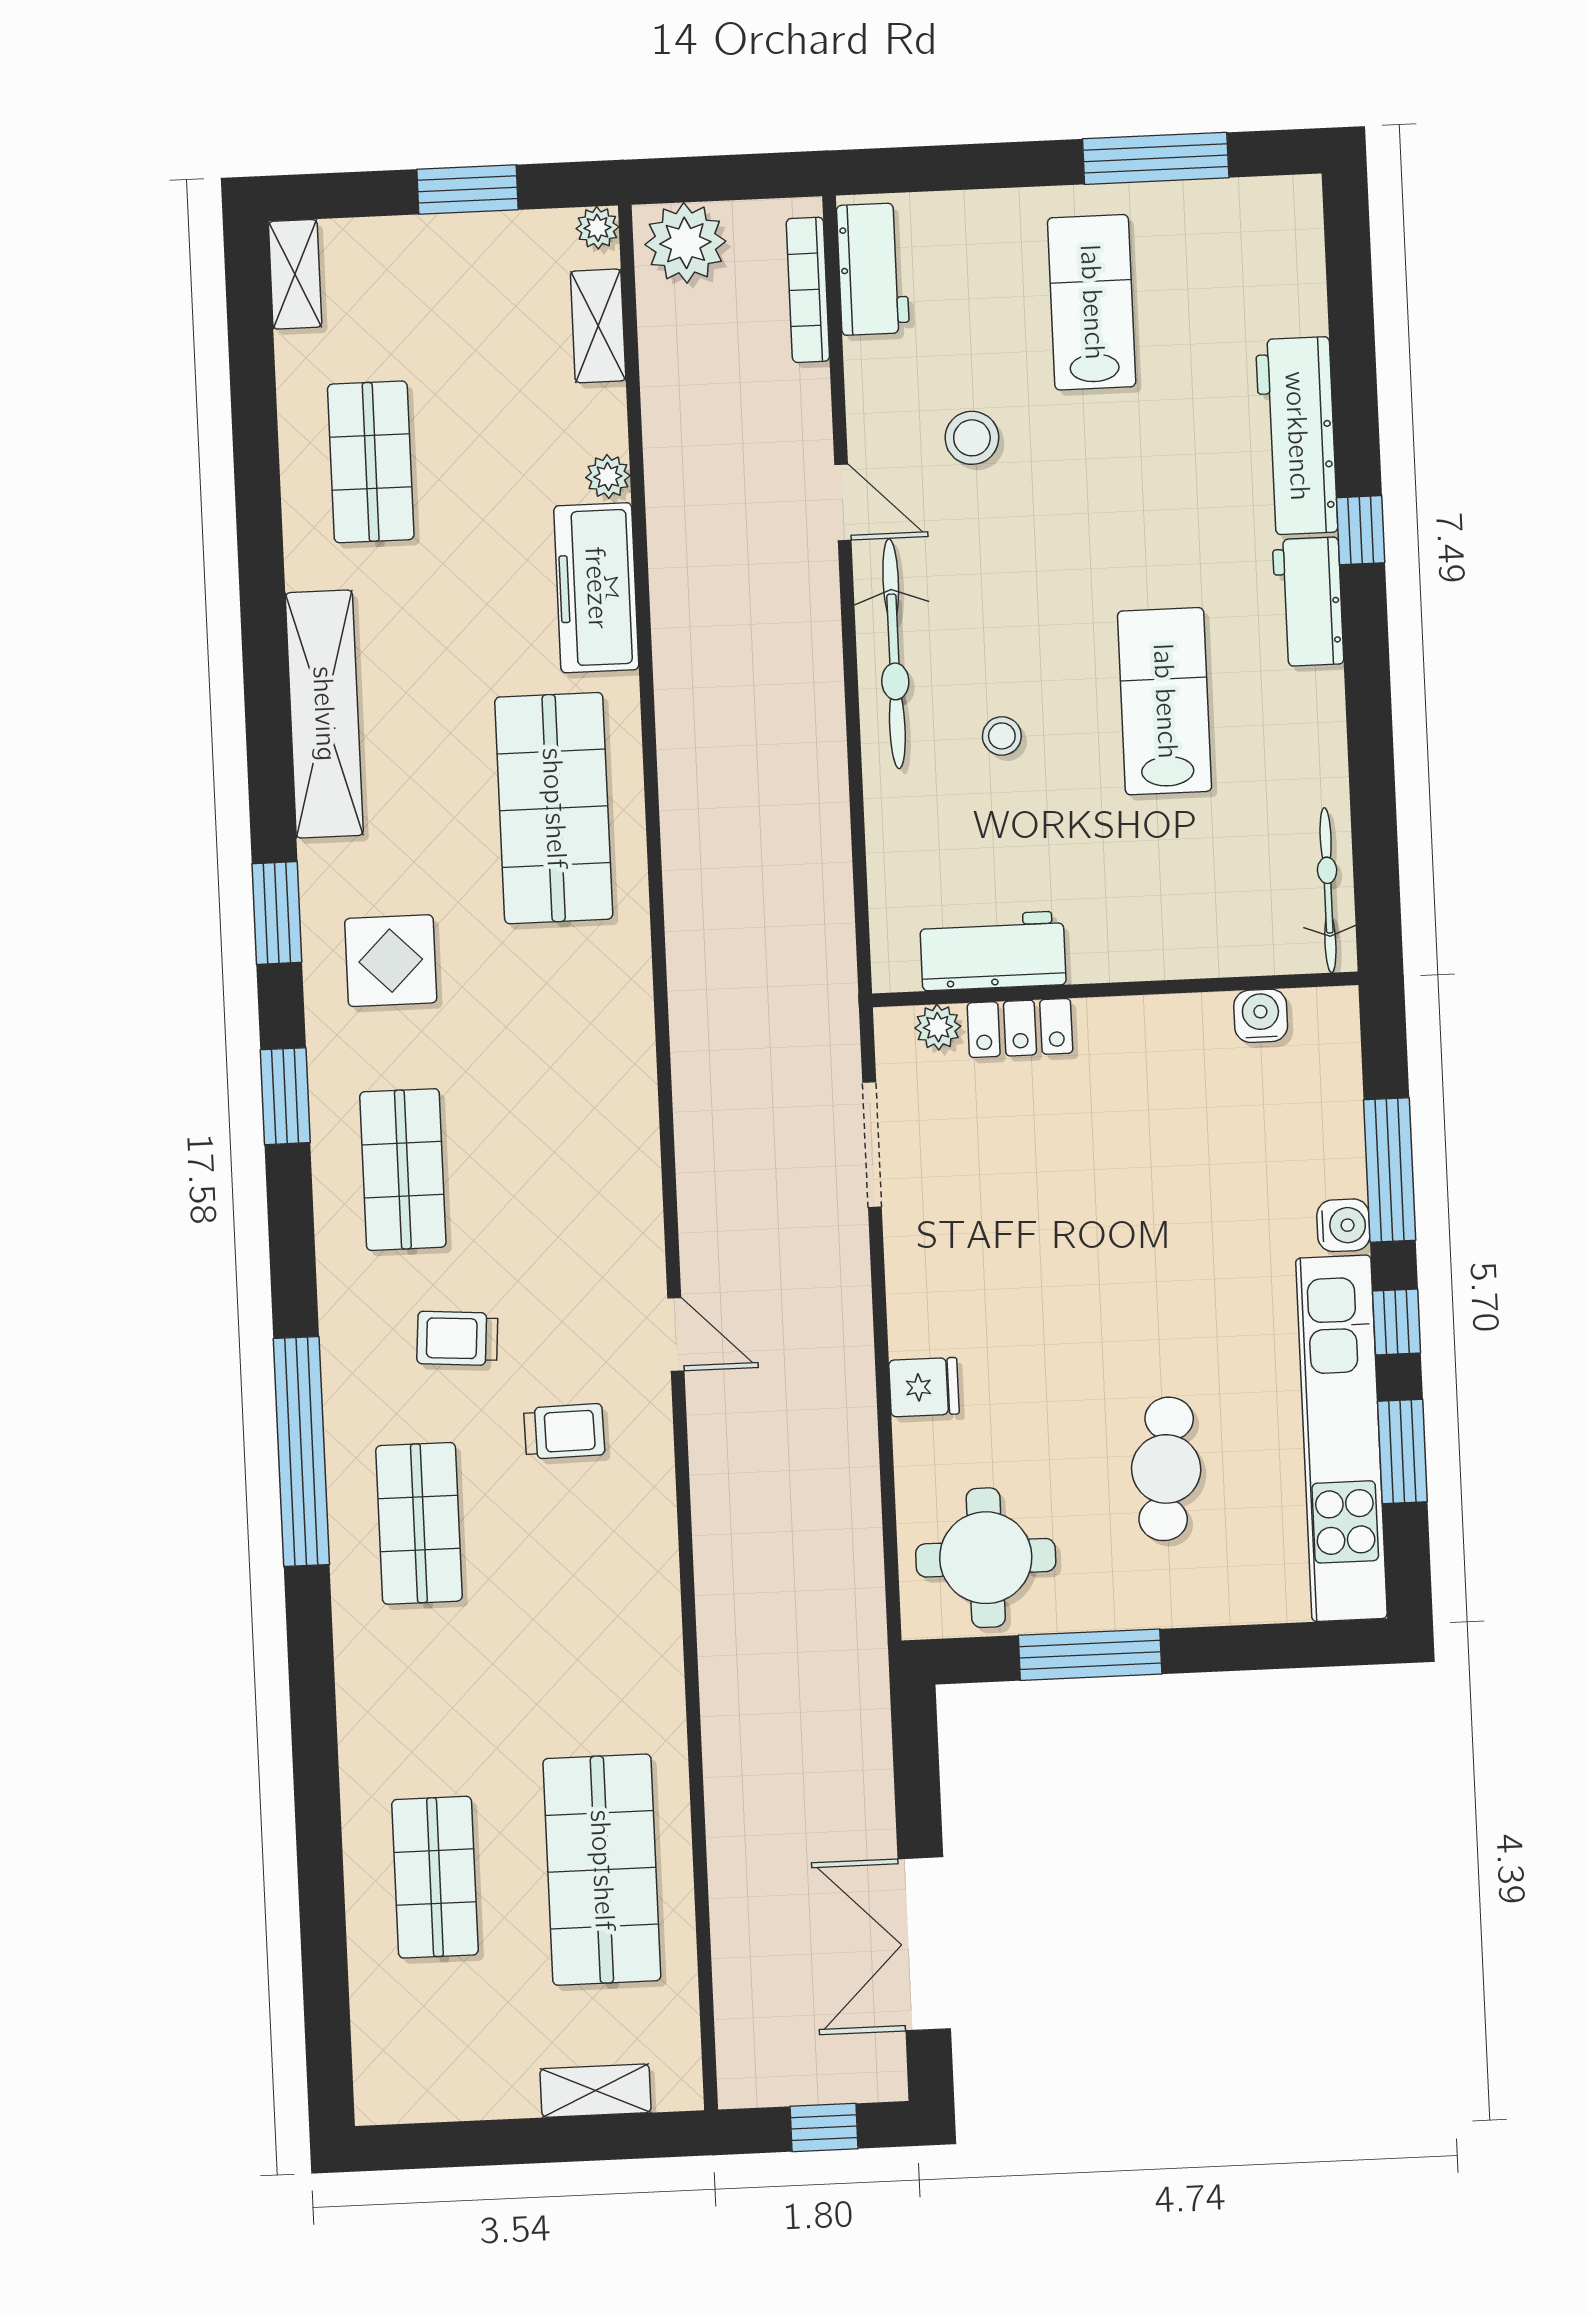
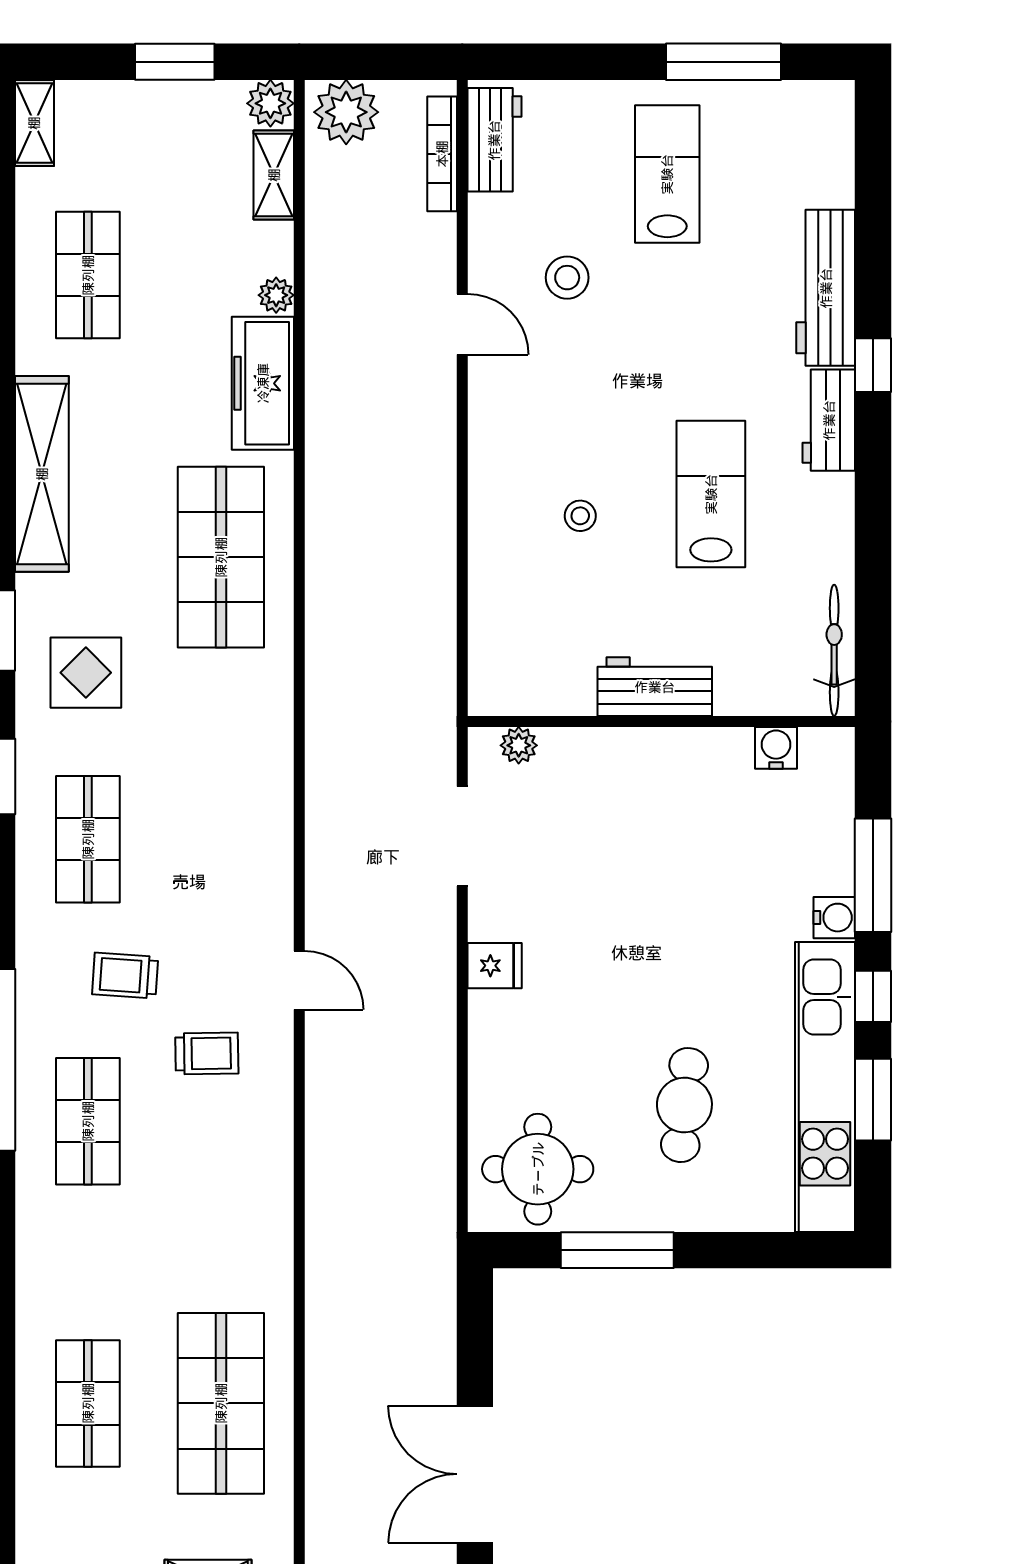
plant: (597, 228) -> (270, 103), width x1.38, depth x1.38
bicycle: (894, 654) -> (497, 447), removed
workbench: (993, 951) -> (655, 687), moved
locker: (1020, 1028) -> (584, 749), removed
fridge: (924, 1387) -> (495, 966), moved

